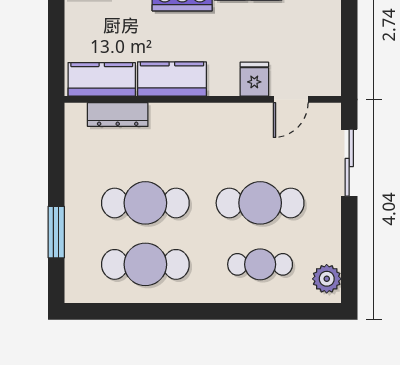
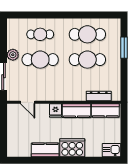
fridge: (254, 79) -> (56, 110), moved
door: (291, 99) -> (28, 102), swing flipped
plant: (327, 279) -> (13, 55), moved

